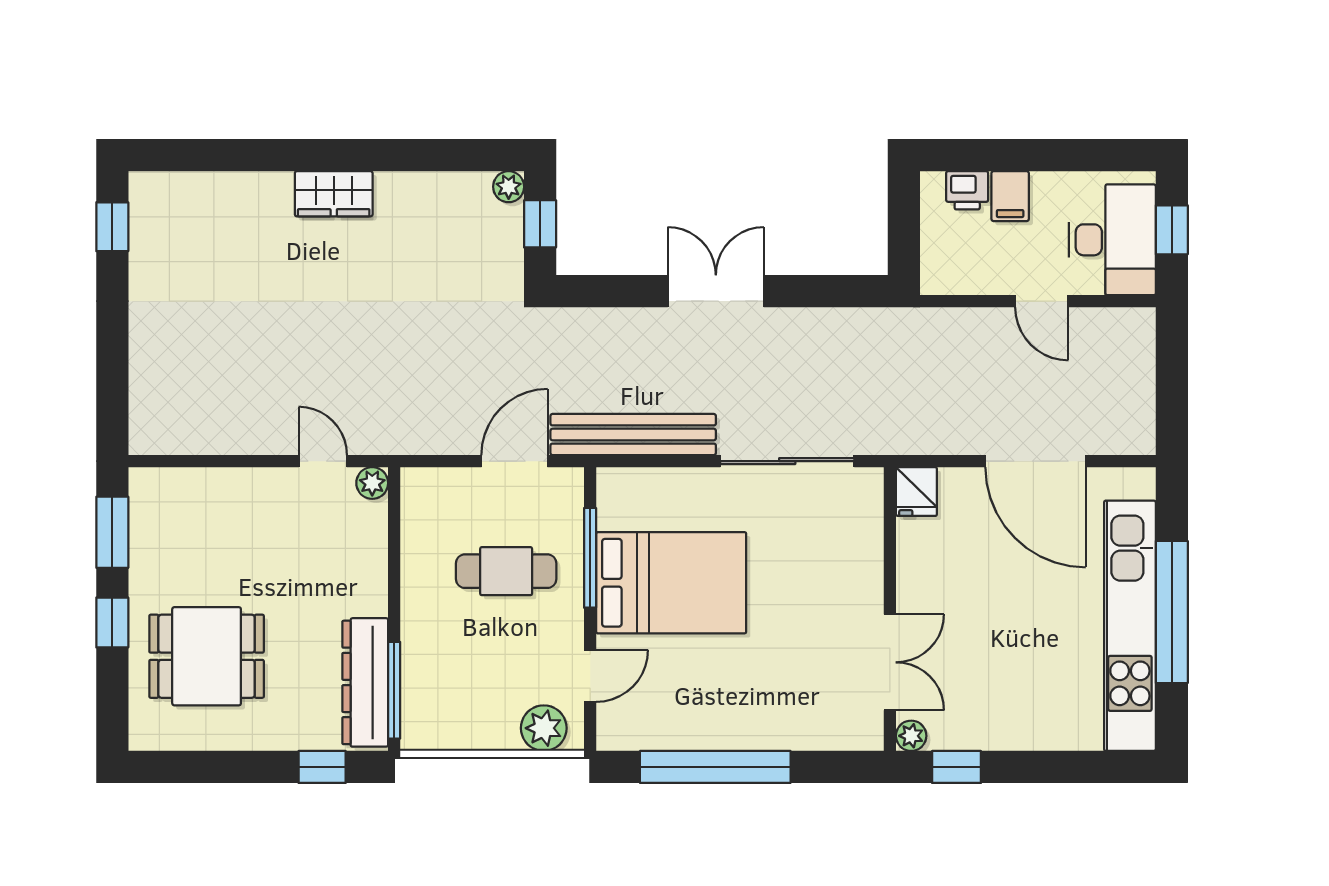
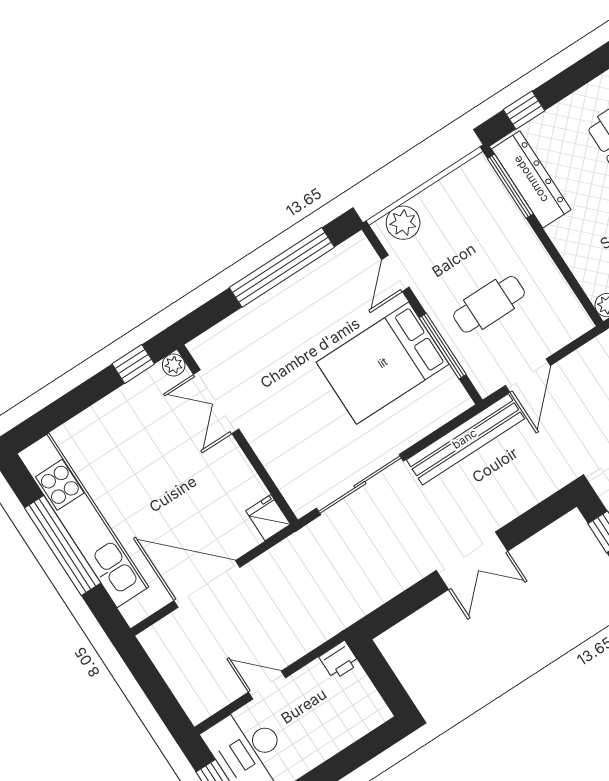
printer: (967, 190) -> (339, 660), moved, turned 180
filing cabinet: (1010, 196) -> (329, 737), removed

